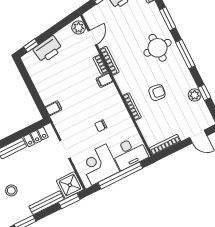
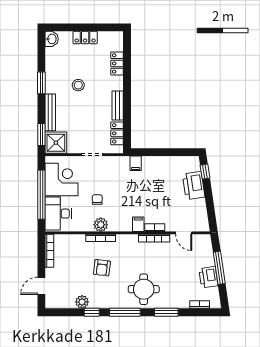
plant: (79, 27) -> (101, 225), moved
window: (204, 92) -> (92, 312), moved

